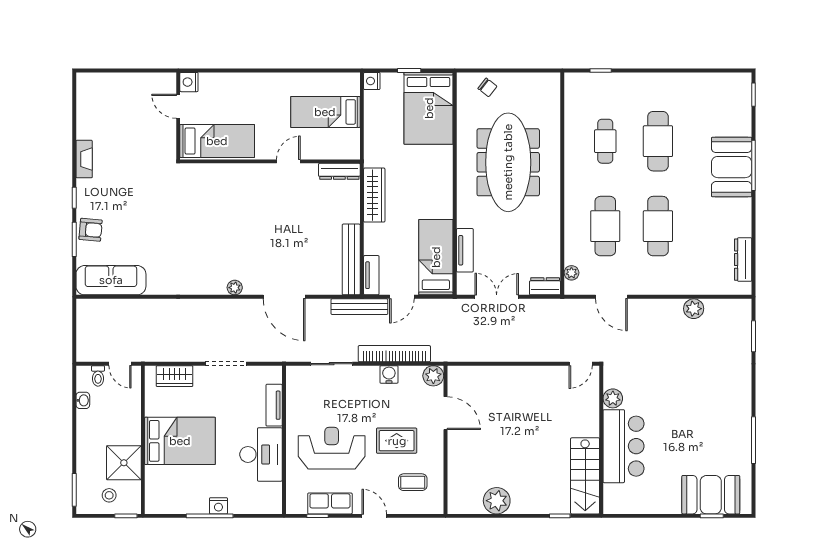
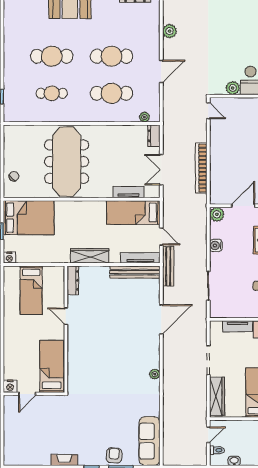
meeting table: (508, 162) -> (67, 162), turned 90
tv unit: (371, 275) -> (140, 258), width x1.41
plant: (235, 288) -> (155, 374), moved
door: (611, 297) -> (161, 71), moved
bookcase: (394, 354) -> (201, 168), moved
wardrobe: (174, 376) -> (217, 396), width x1.50

